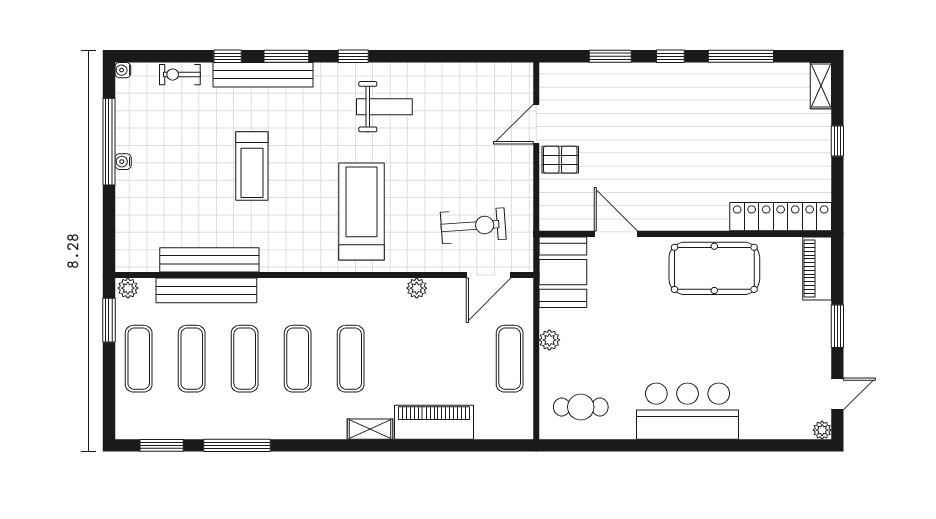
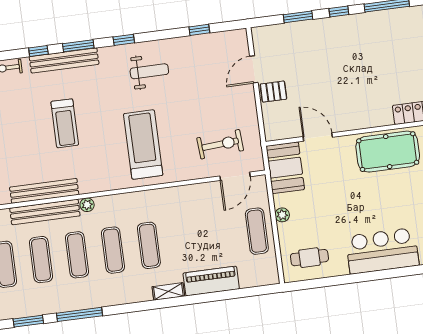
window: (465, 56) -> (199, 30), added
plant: (417, 288) -> (87, 205), moved

